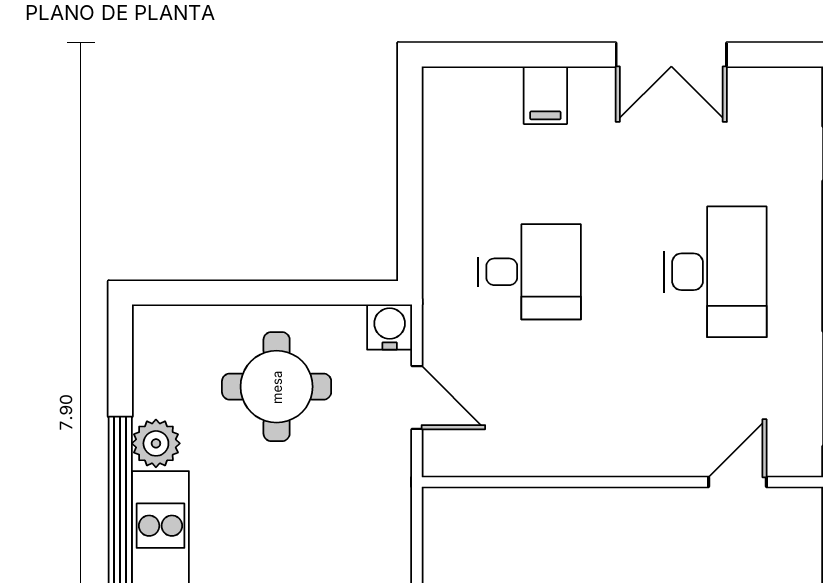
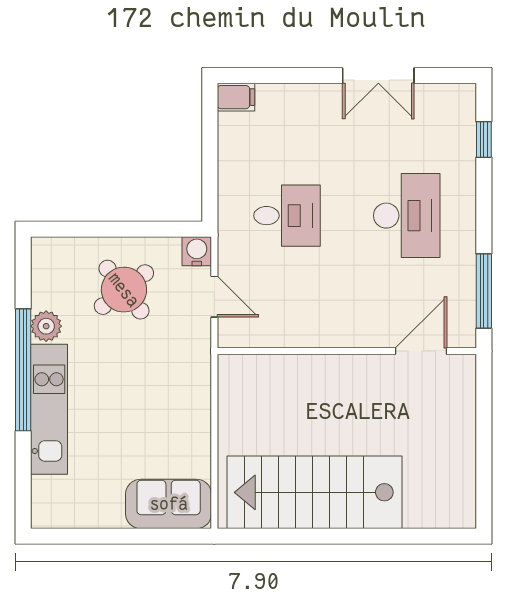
filing cabinet: (545, 95) -> (236, 97), moved, turned -90
round table: (277, 387) -> (124, 290), turned -38
door: (737, 482) -> (421, 351), width x1.38

